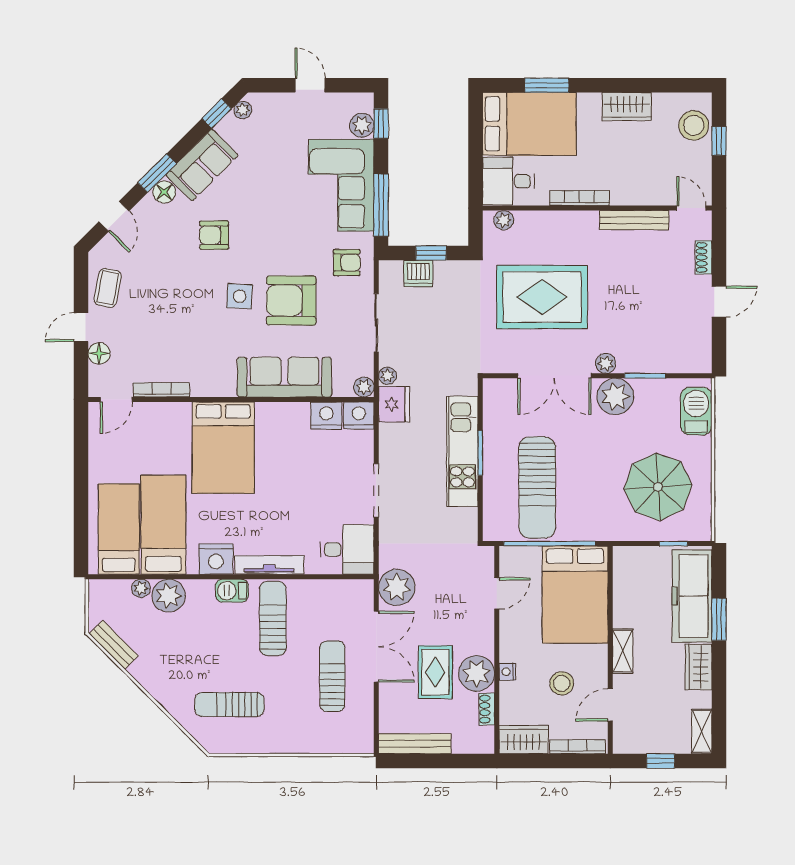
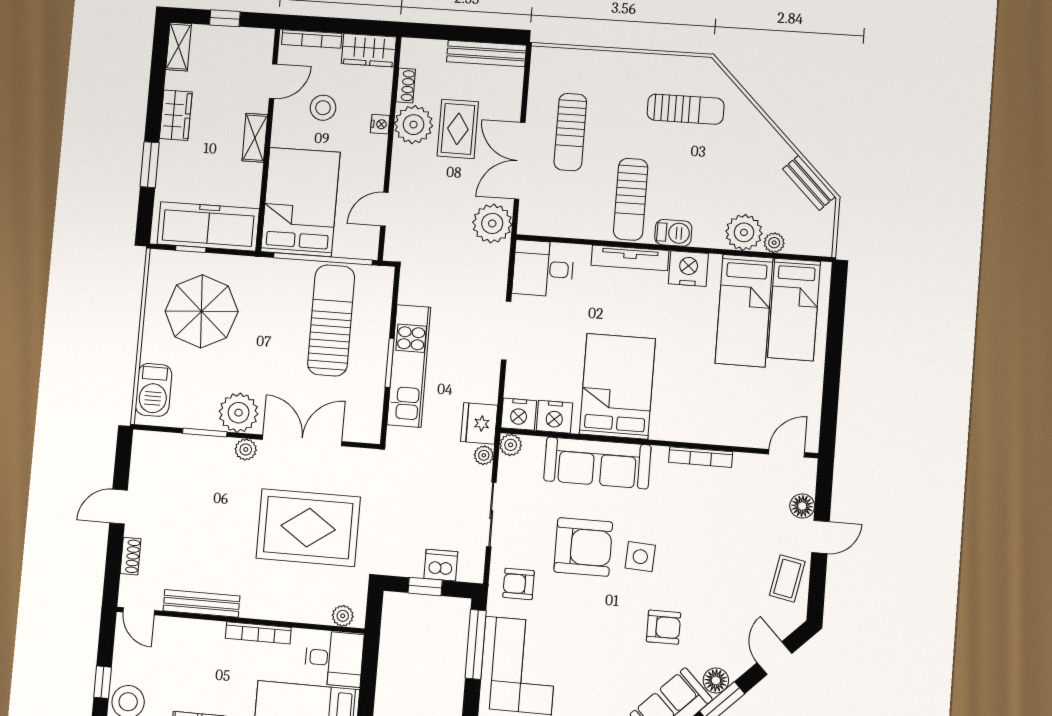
bookcase: (161, 390) -> (701, 457), moved
bed: (223, 448) -> (617, 386), moved
freezer: (692, 596) -> (208, 226), moved, turned -90

